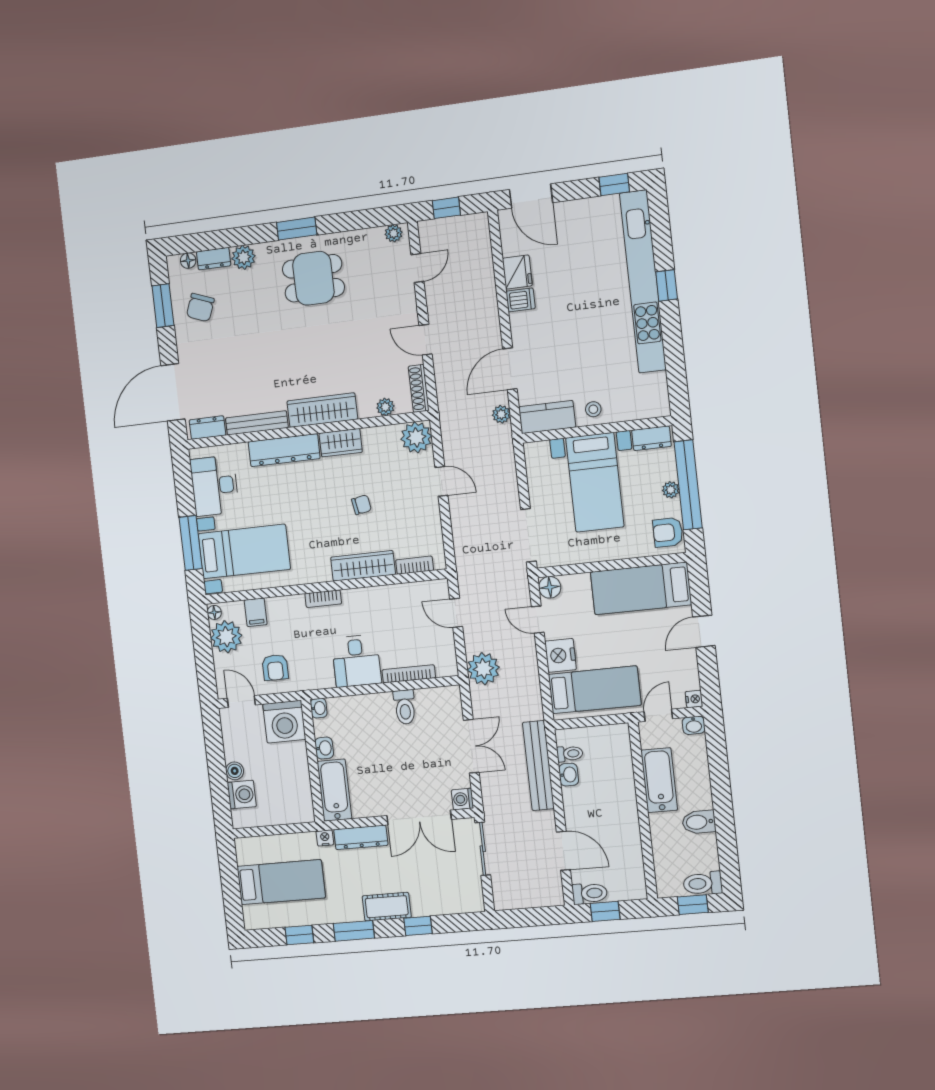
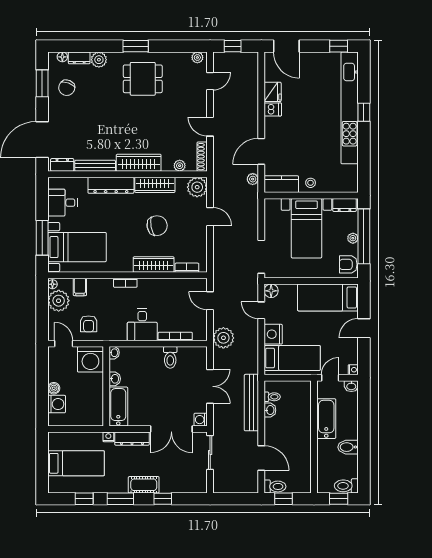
wardrobe: (341, 443) -> (155, 185), width x1.50
desk: (215, 486) -> (62, 203), width x0.73
chair: (361, 505) -> (157, 226), width x1.87, depth x1.87

